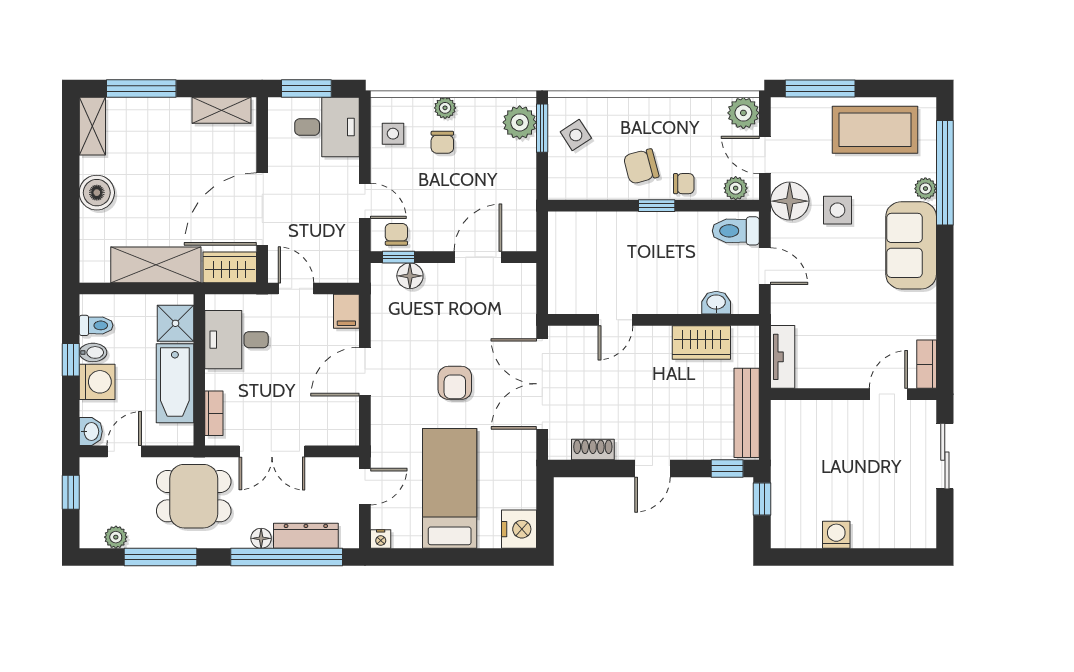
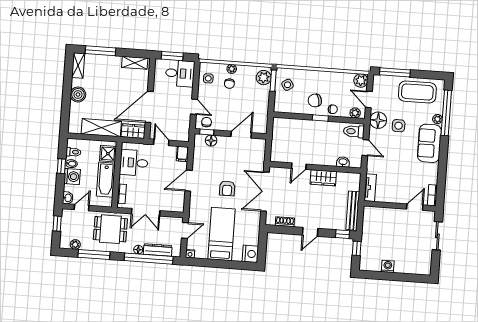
wardrobe: (701, 342) -> (323, 178), moved

